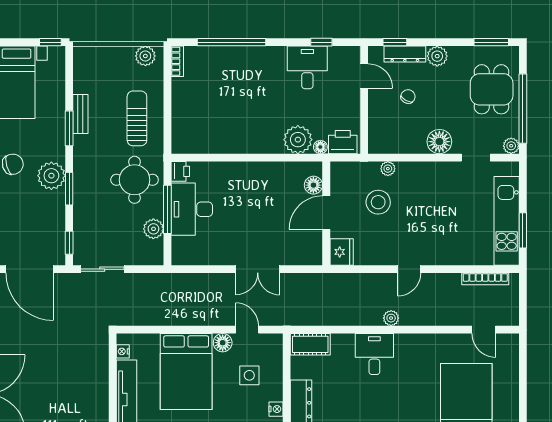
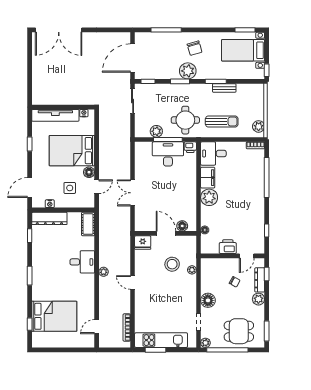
desk: (307, 67) -> (213, 153), moved, turned 180
plant: (298, 140) -> (209, 197), moved
filing cabinet: (232, 142) -> (208, 178), added
printer: (343, 142) -> (228, 247), moved, turned -90

